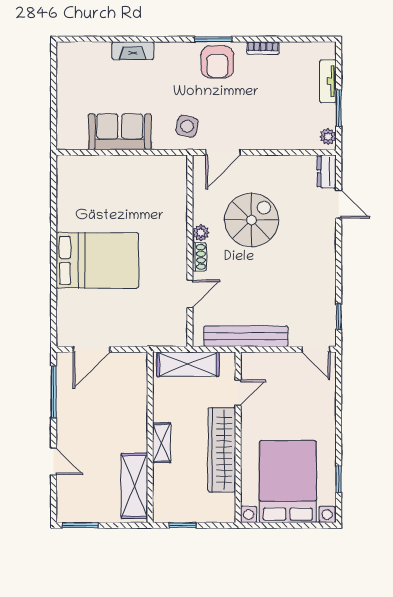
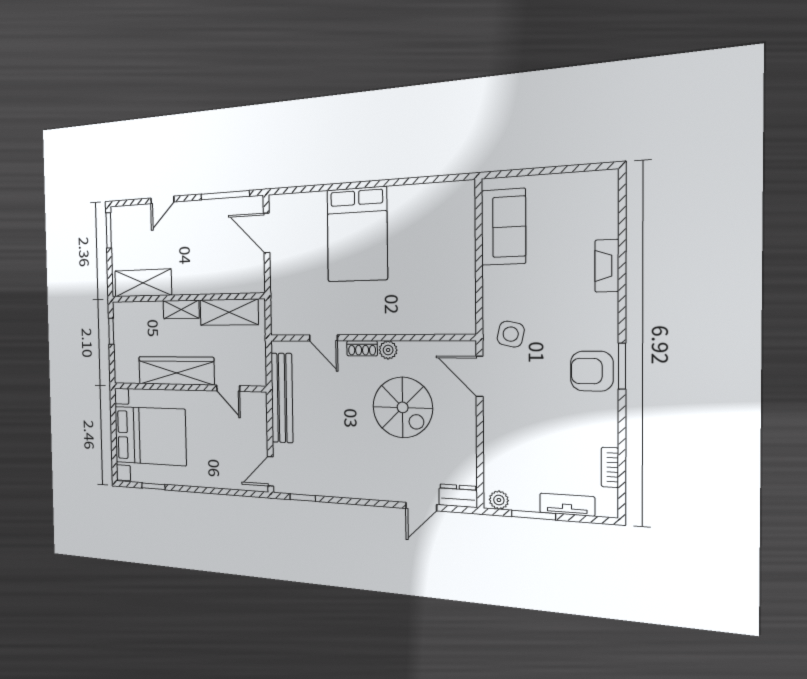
bookcase: (263, 48) -> (610, 467), moved
sofa: (120, 132) -> (503, 227), moved
shelving: (188, 364) -> (229, 312), moved, turned 90

